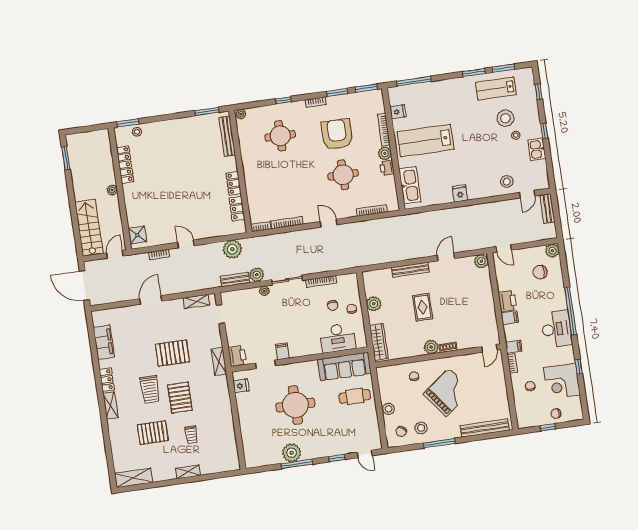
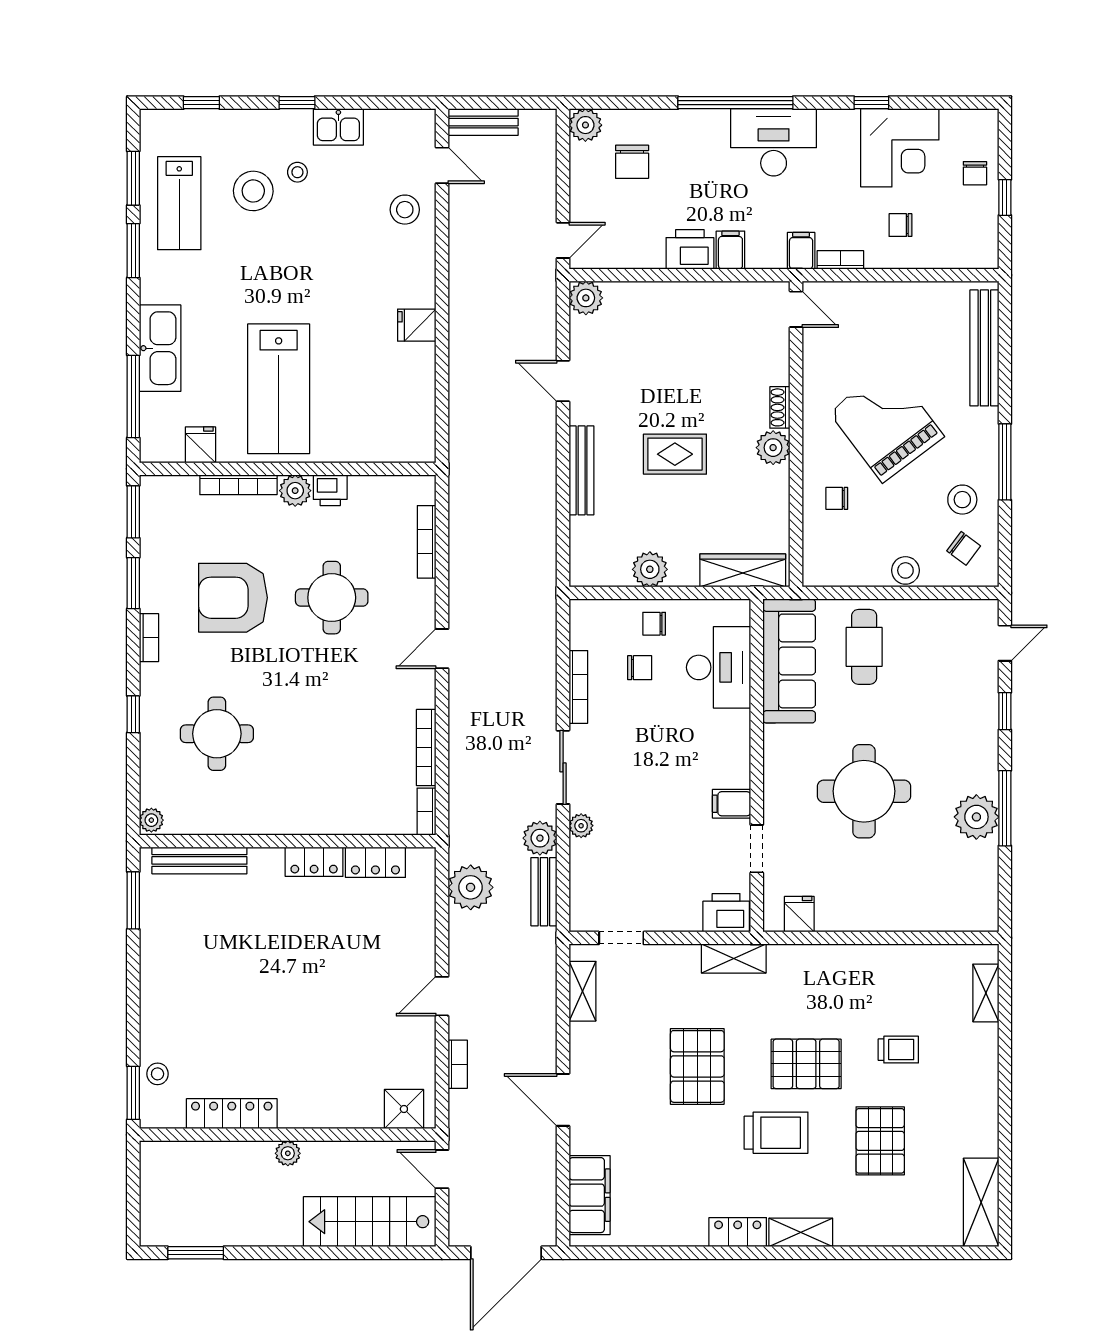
kitchen sink: (410, 185) -> (160, 348), moved, turned 90
filing cabinet: (104, 342) -> (590, 1195), moved, turned 90
shelving: (188, 472) -> (986, 993), moved

